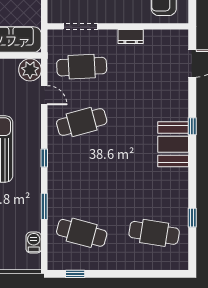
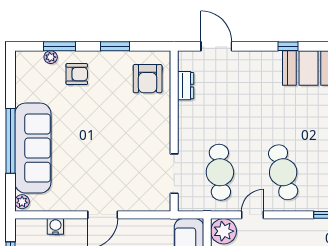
dresser: (131, 36) -> (186, 86), moved

